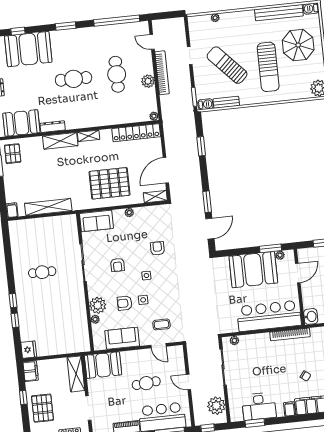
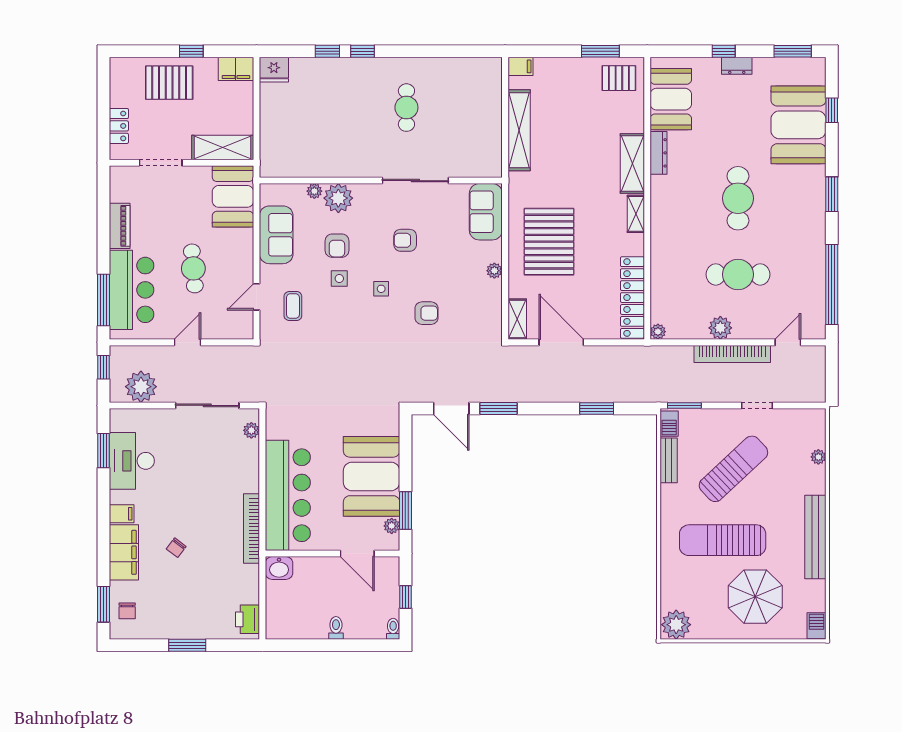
bench: (279, 13) -> (815, 537), moved
armchair: (125, 303) -> (337, 246), turned 180

